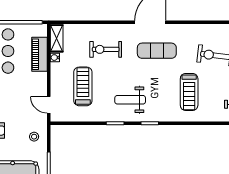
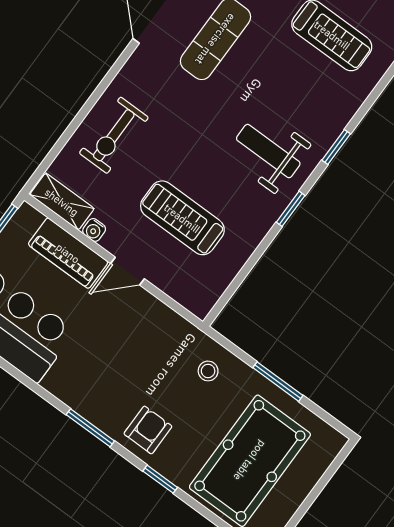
exercise bike: (106, 49) -> (114, 135), moved
weight bench: (130, 100) -> (268, 151), turned 90
door: (49, 105) -> (127, 271), moved

